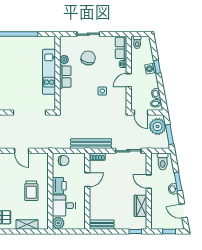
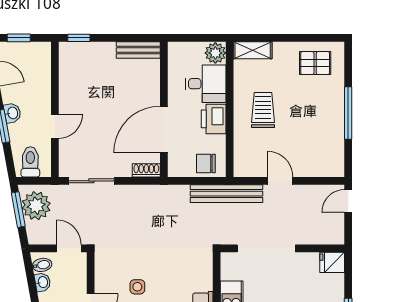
plant: (158, 126) -> (36, 206), moved
bench: (91, 144) -> (227, 194), moved
door: (87, 180) -> (164, 130), width x1.87
door: (149, 182) -> (55, 126), hinge flipped
wardrobe: (140, 206) -> (70, 83), removed
shelving: (27, 224) -> (253, 50), moved

